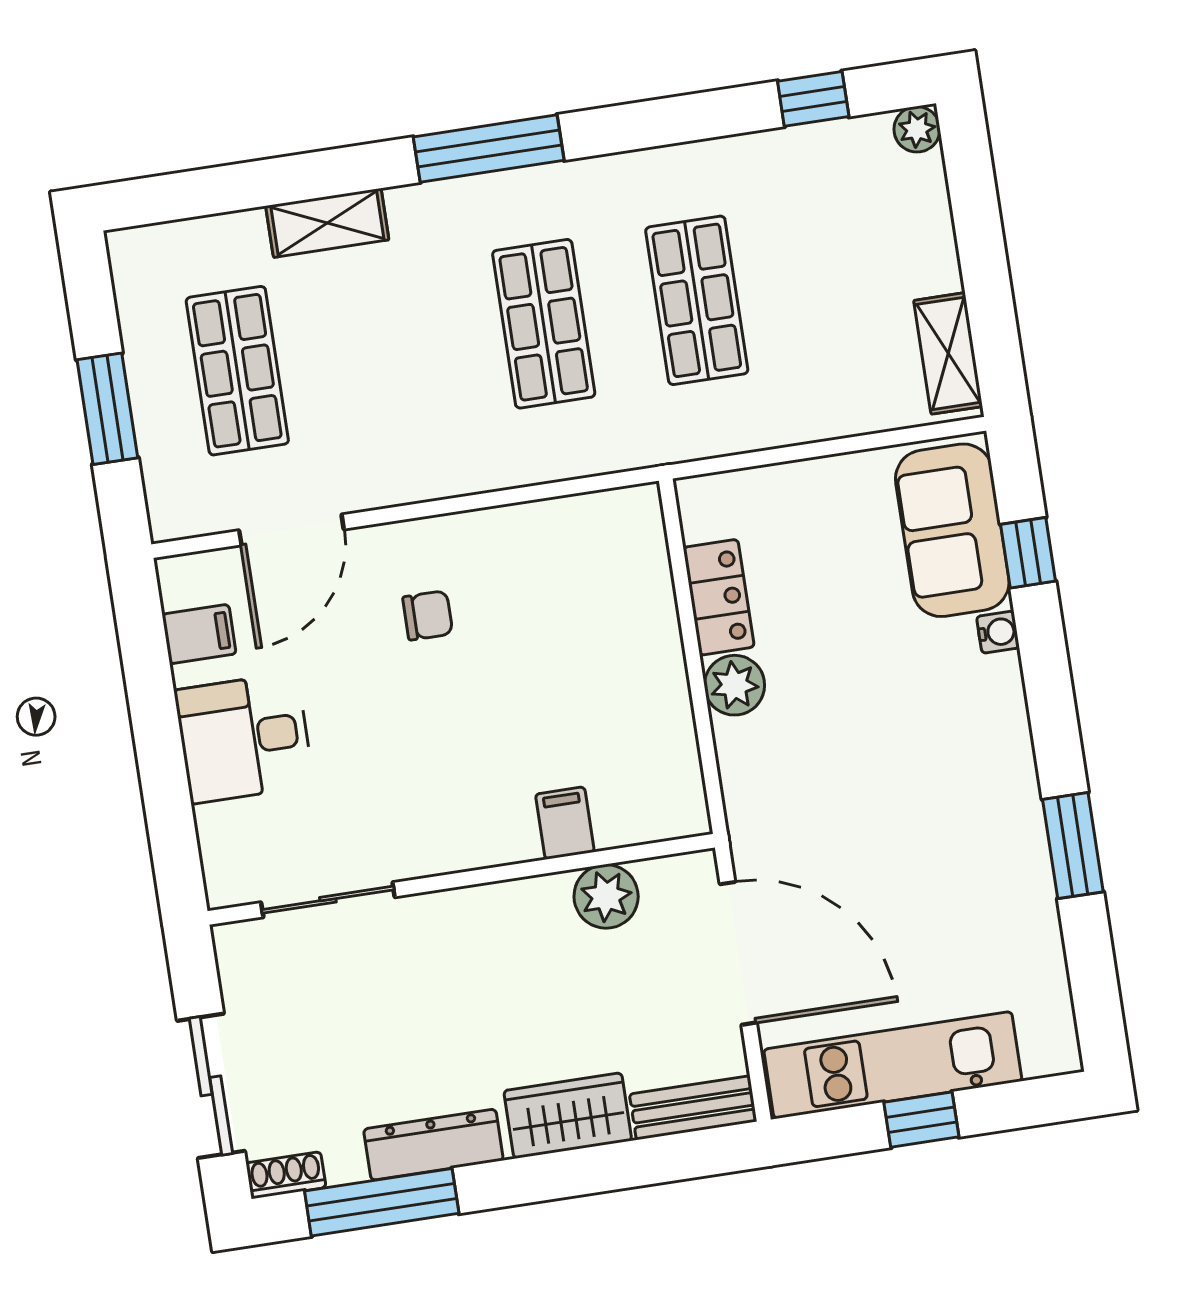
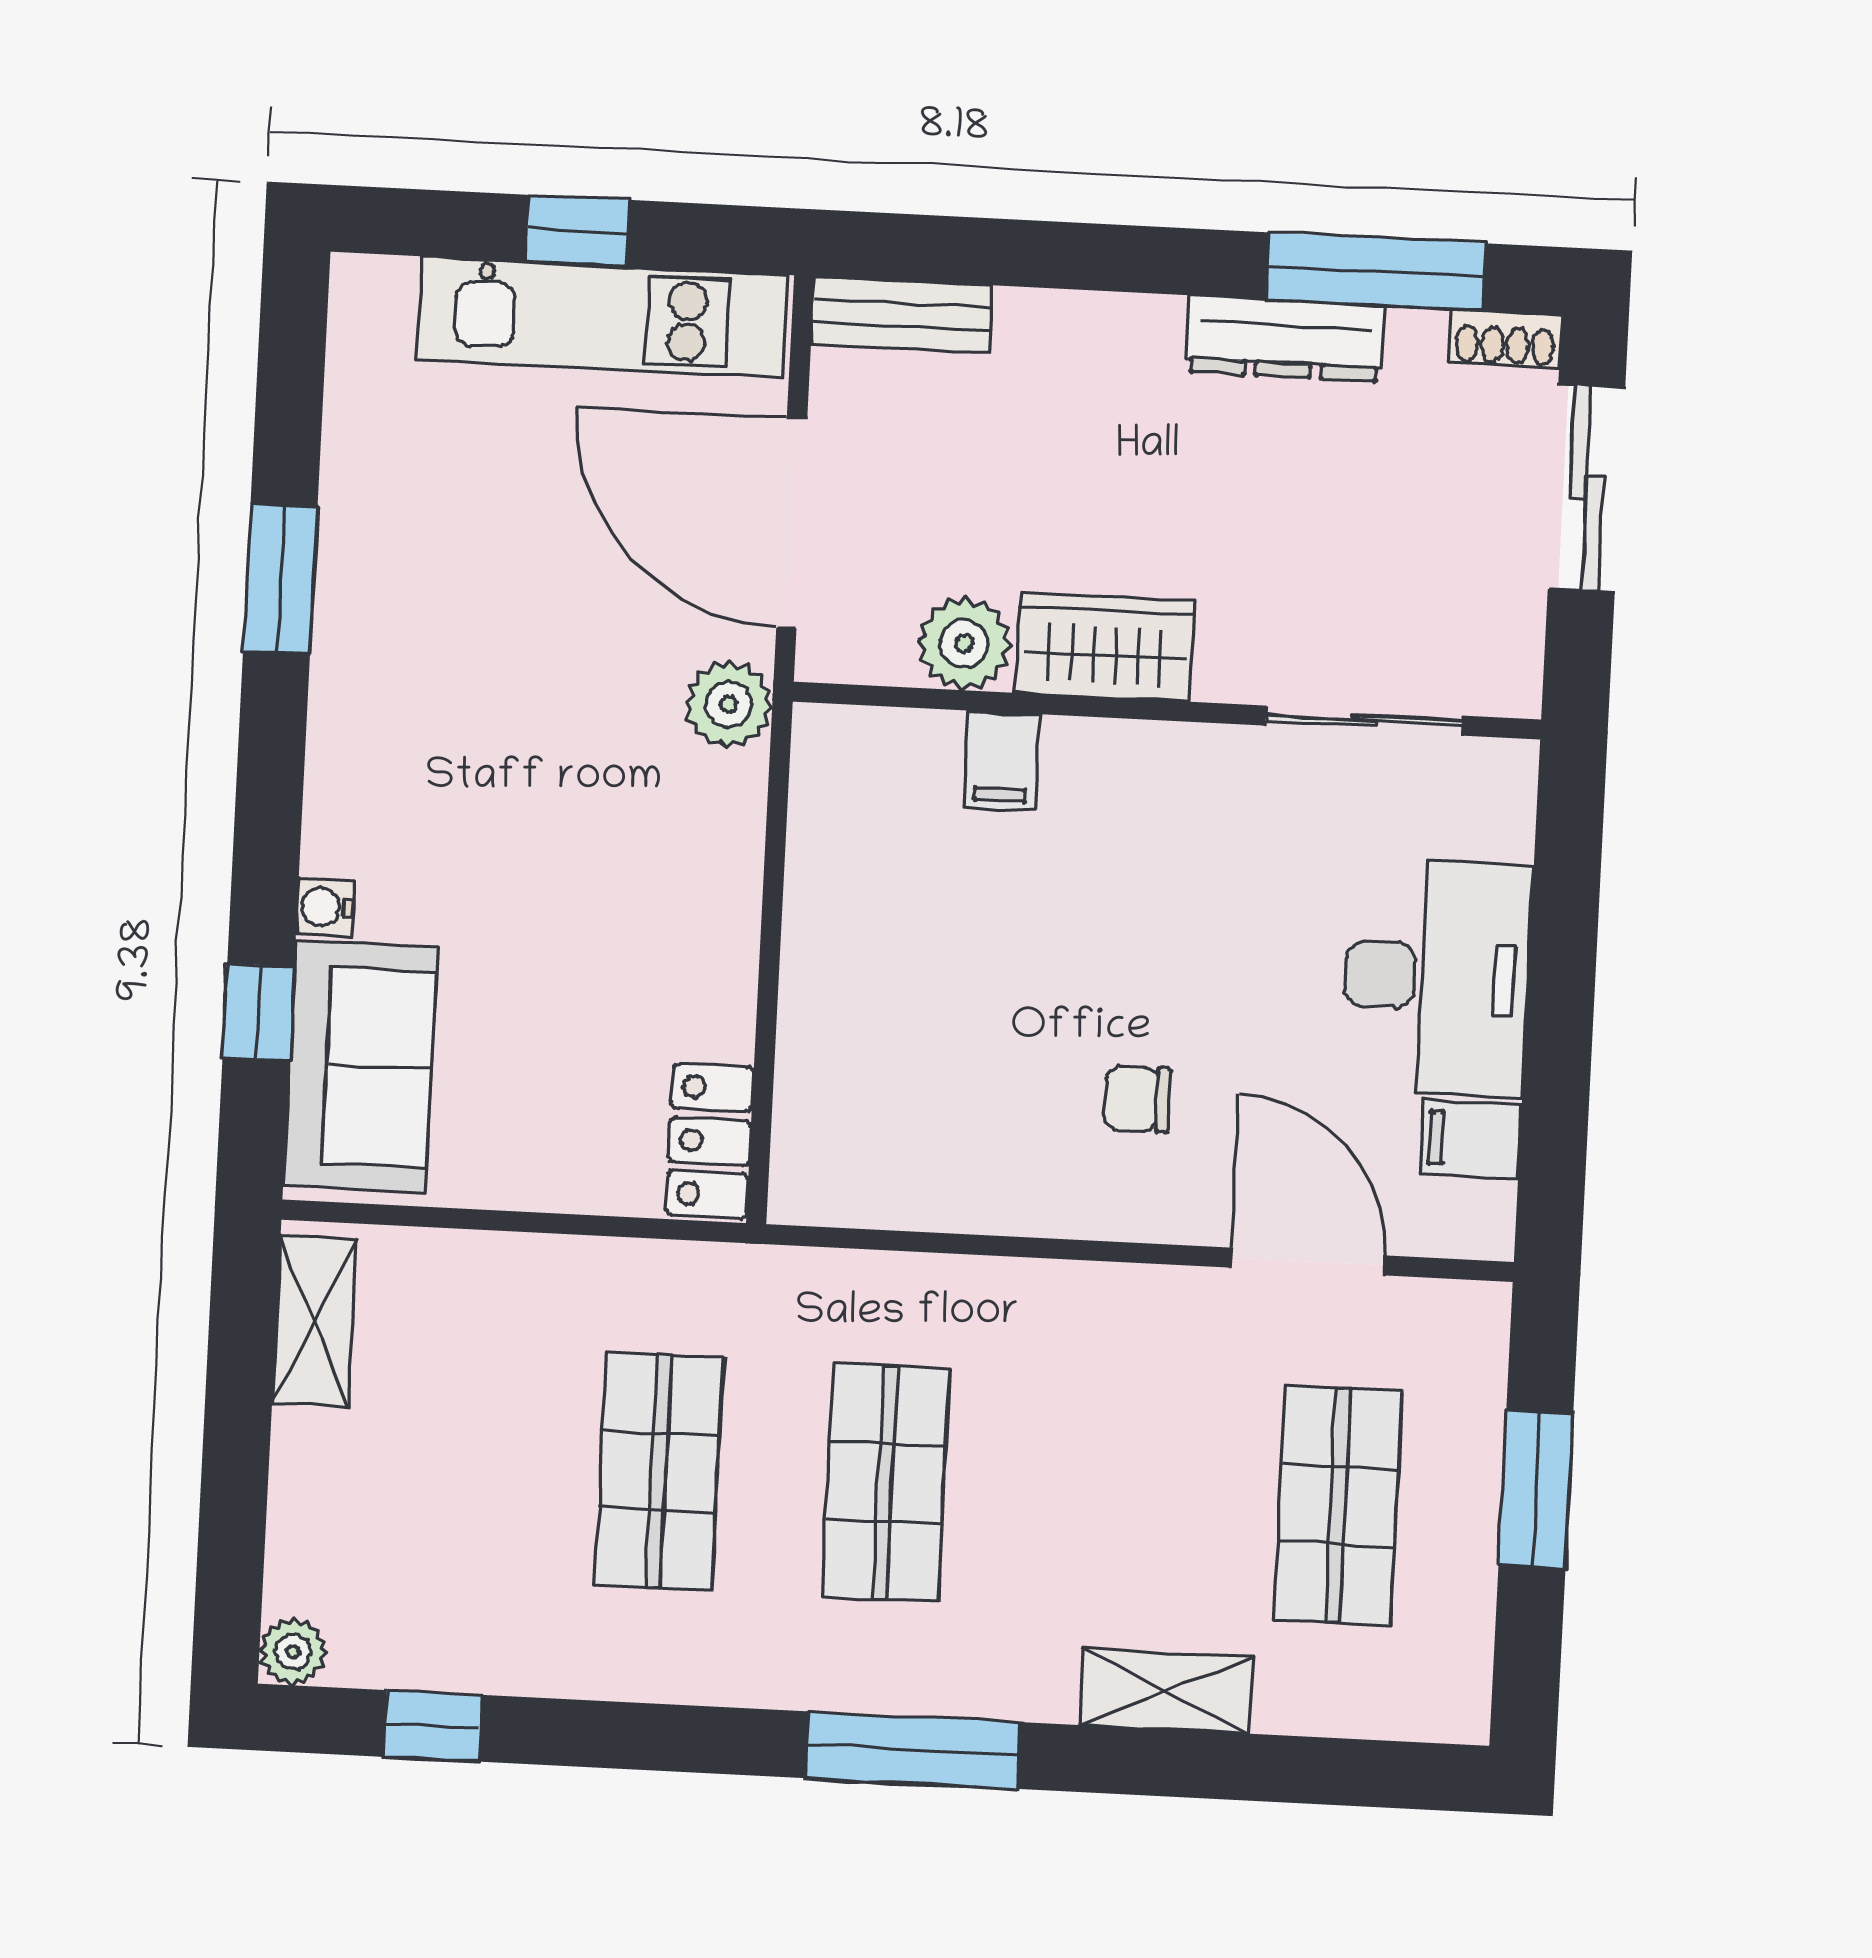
door: (291, 530) -> (1308, 1262), hinge flipped
locker: (719, 597) -> (710, 1141), moved
plant: (734, 685) -> (728, 704), moved
desk: (244, 738) -> (1437, 977), width x1.37
wardrobe: (568, 1116) -> (1105, 647), moved, turned 180

